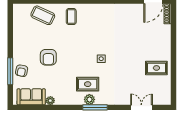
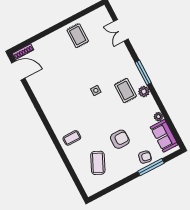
coffee table: (43, 15) -> (98, 163), moved
plant: (89, 99) -> (144, 92), moved

